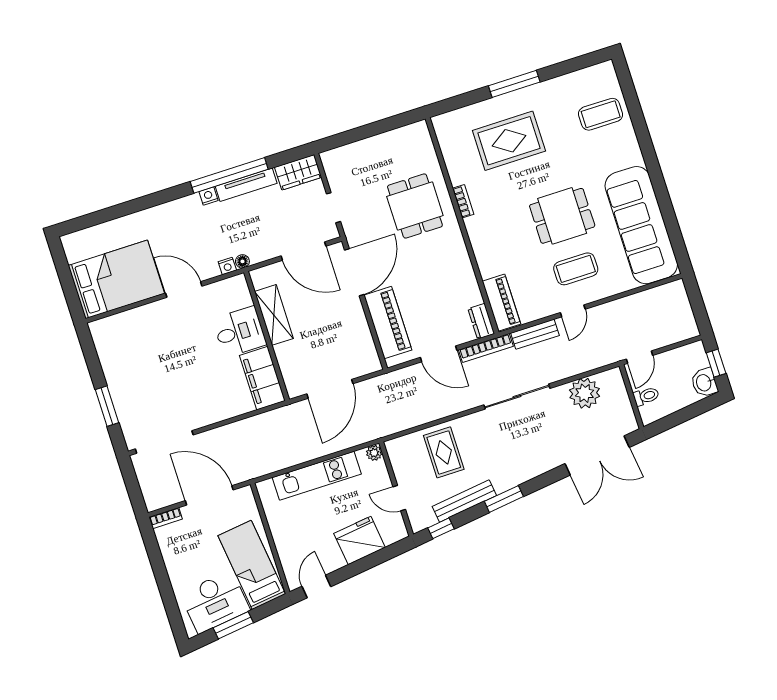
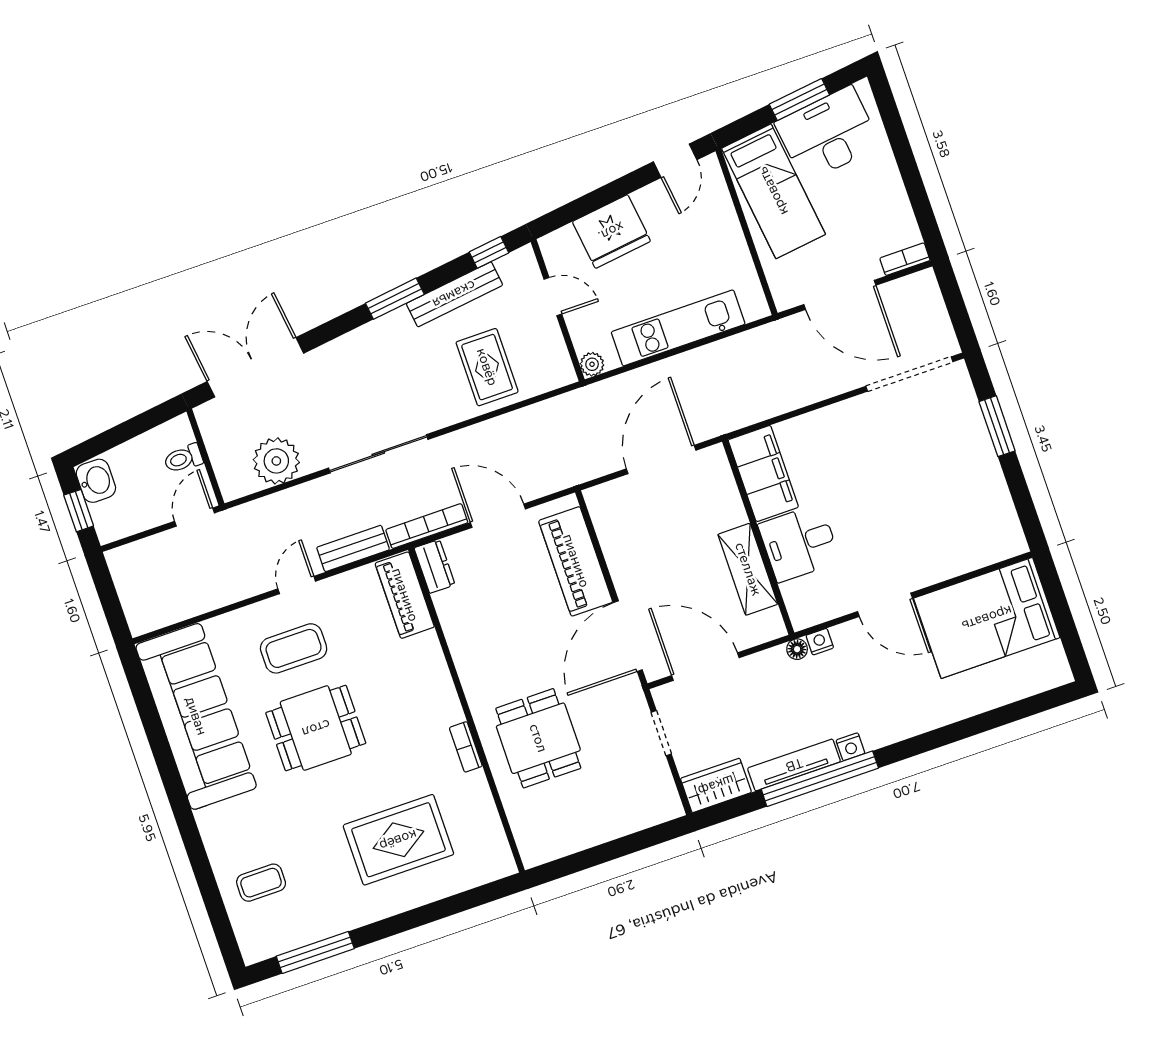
window: (514, 84) -> (315, 952), moved
coffee table: (601, 114) -> (261, 883), width x0.73, depth x0.77

